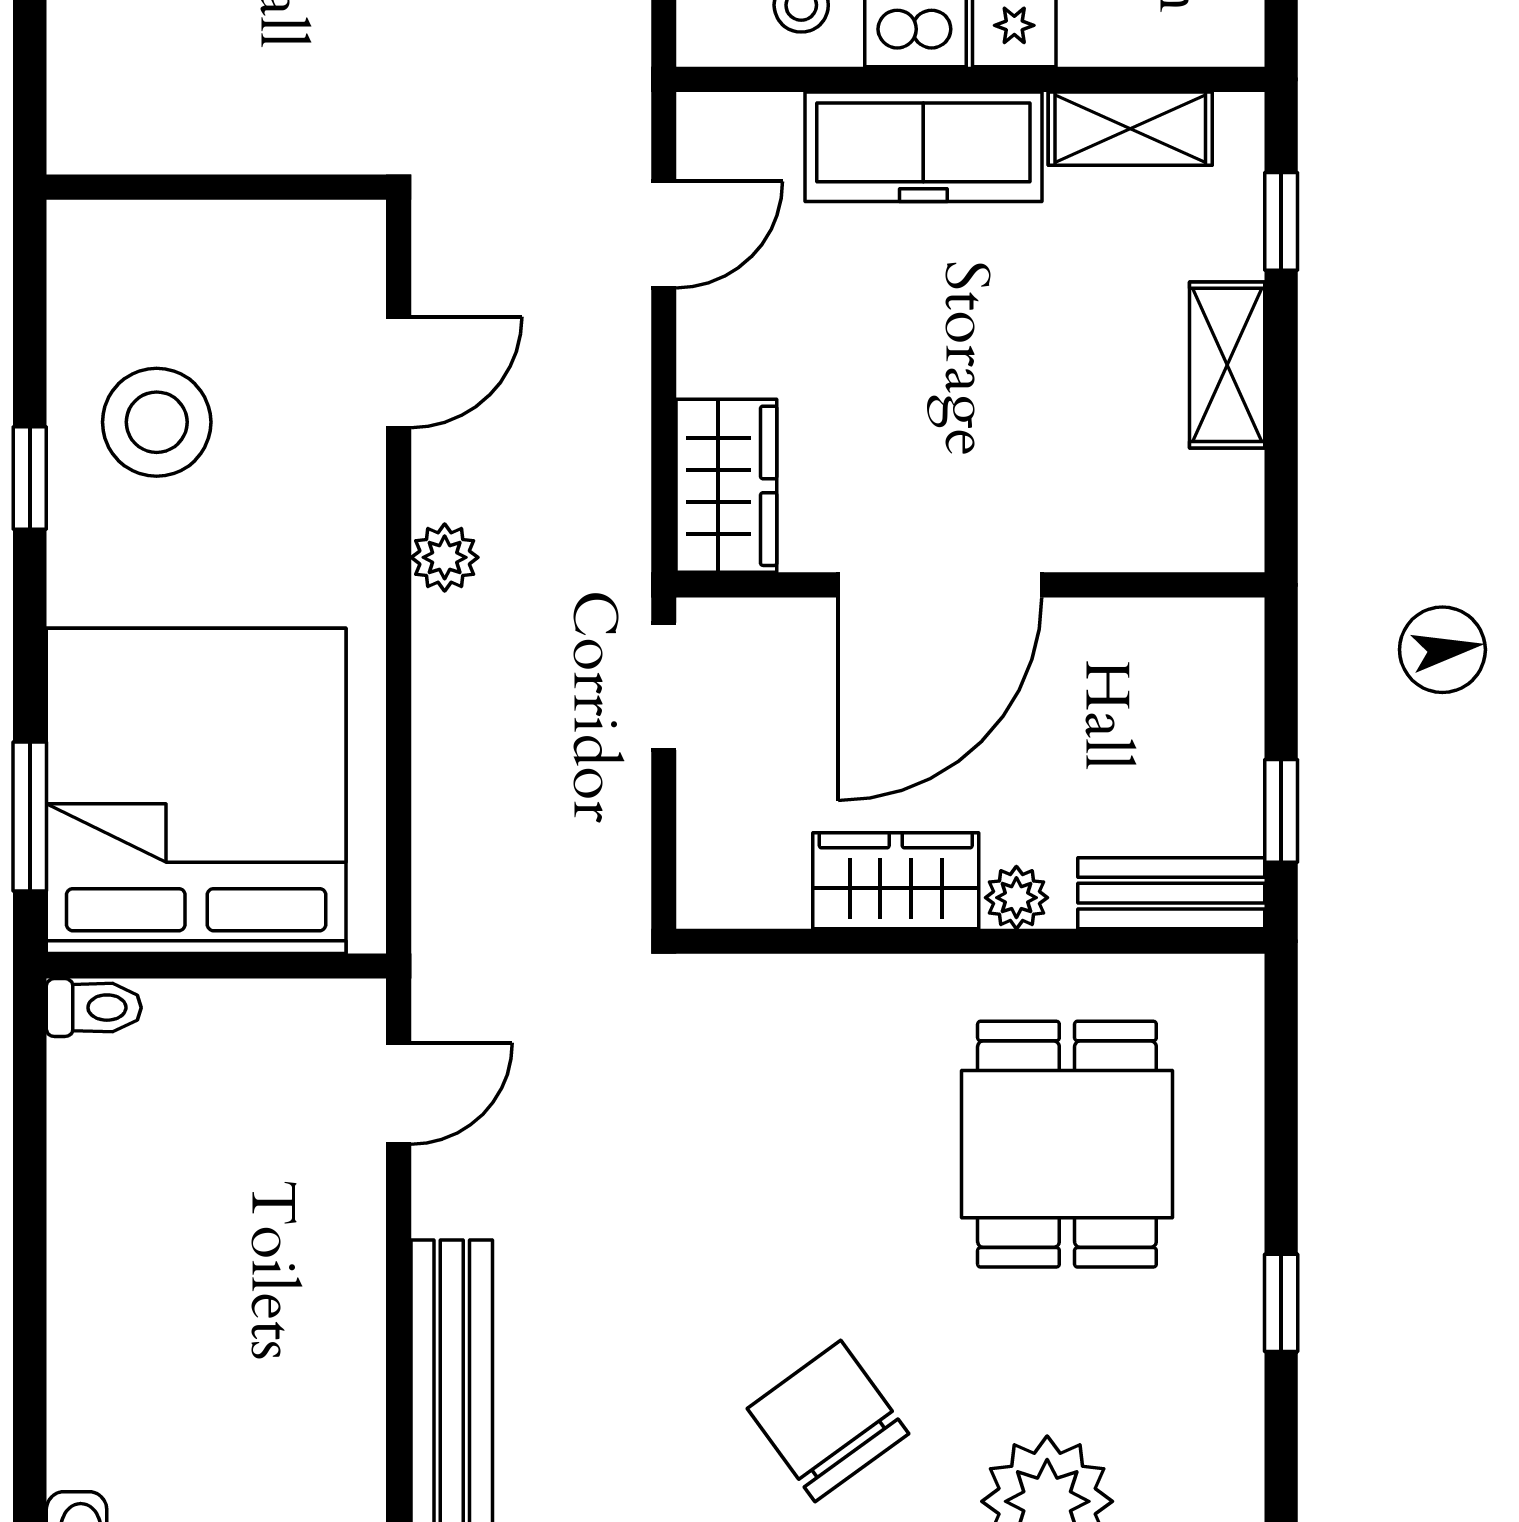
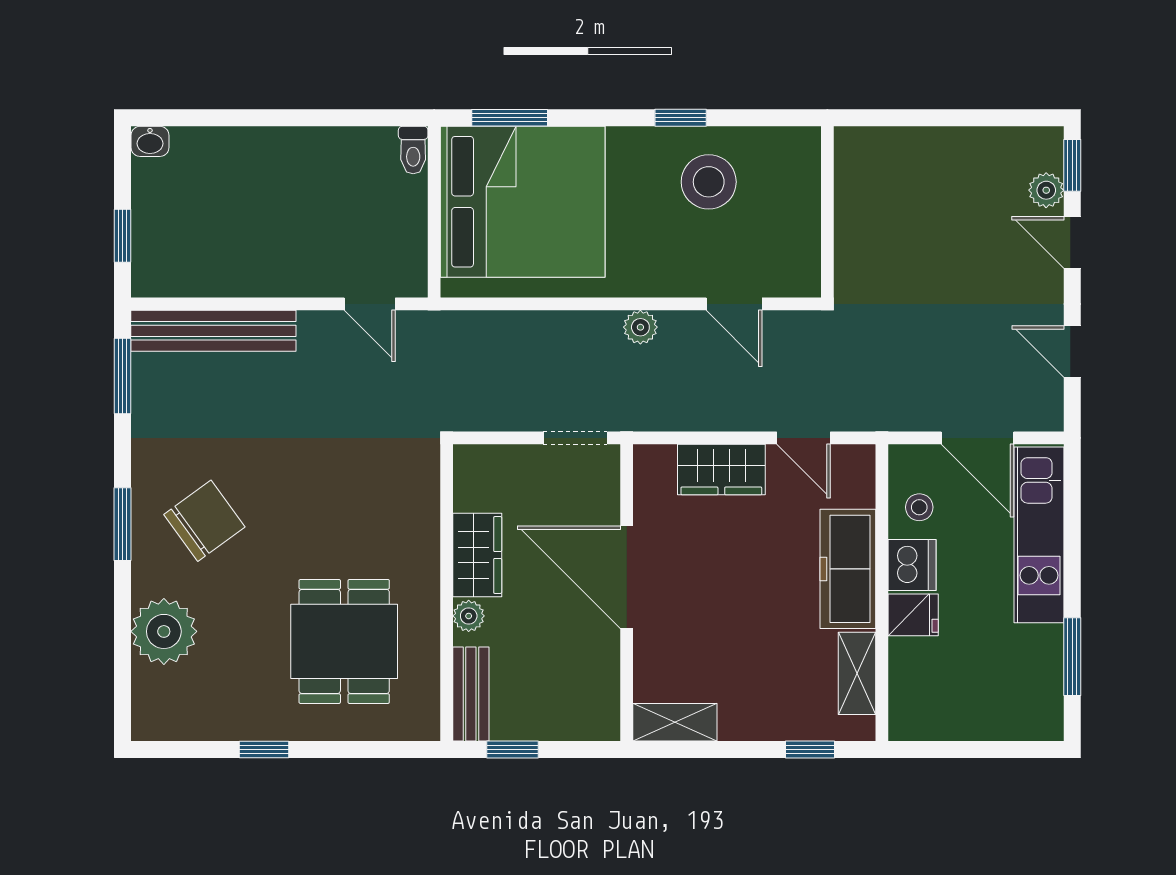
shelving: (1227, 365) -> (675, 722), moved
wardrobe: (726, 486) -> (721, 470), moved
dining table: (1067, 1144) -> (344, 641), turned 90

